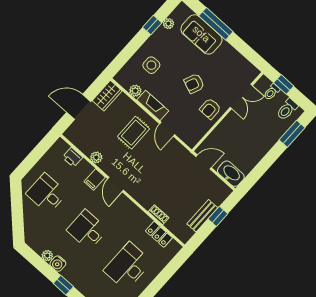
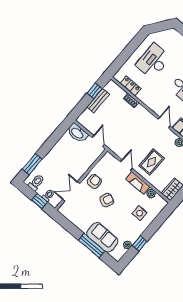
door: (204, 162) -> (98, 141), swing flipped
window: (218, 216) -> (95, 91), moved
desk: (128, 266) -> (153, 61), turned 180

